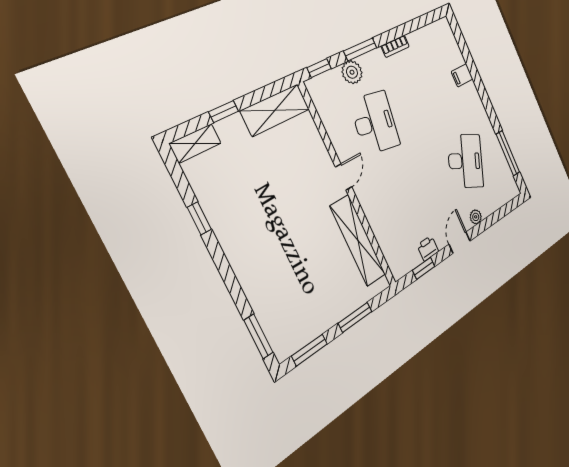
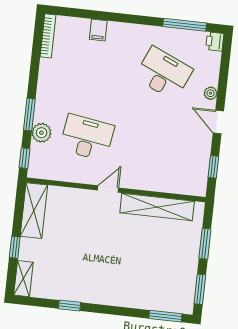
bookcase: (395, 46) -> (48, 36), moved, width x1.56
door: (343, 177) -> (108, 189), hinge flipped
printer: (428, 248) -> (215, 41), moved

